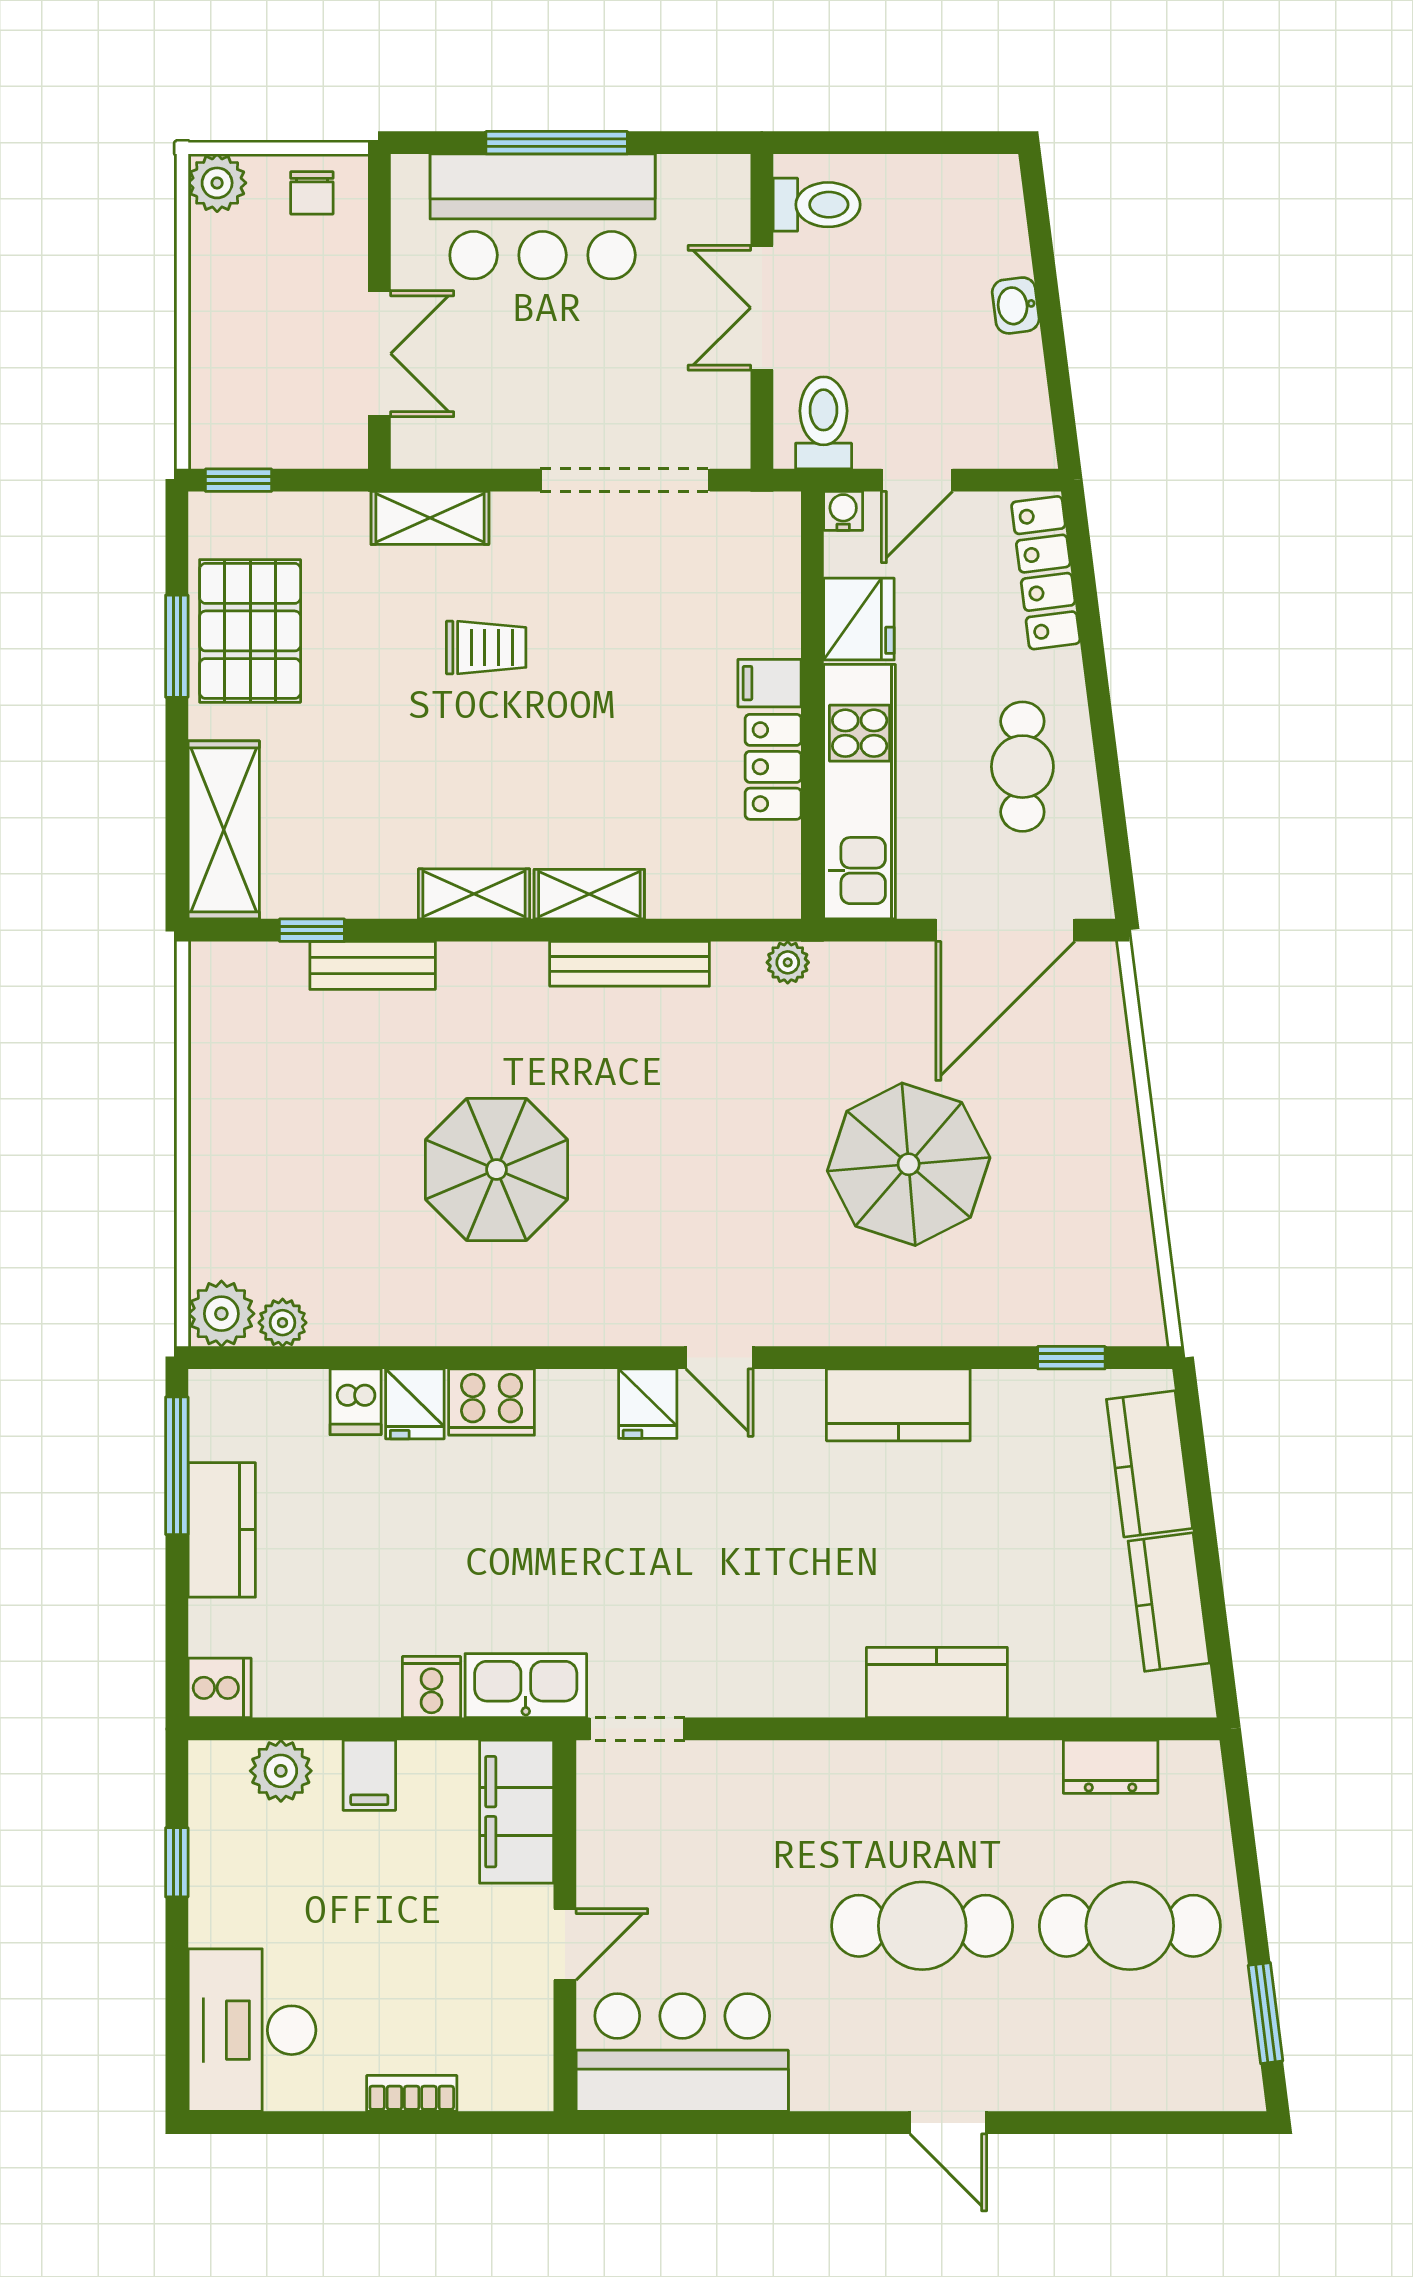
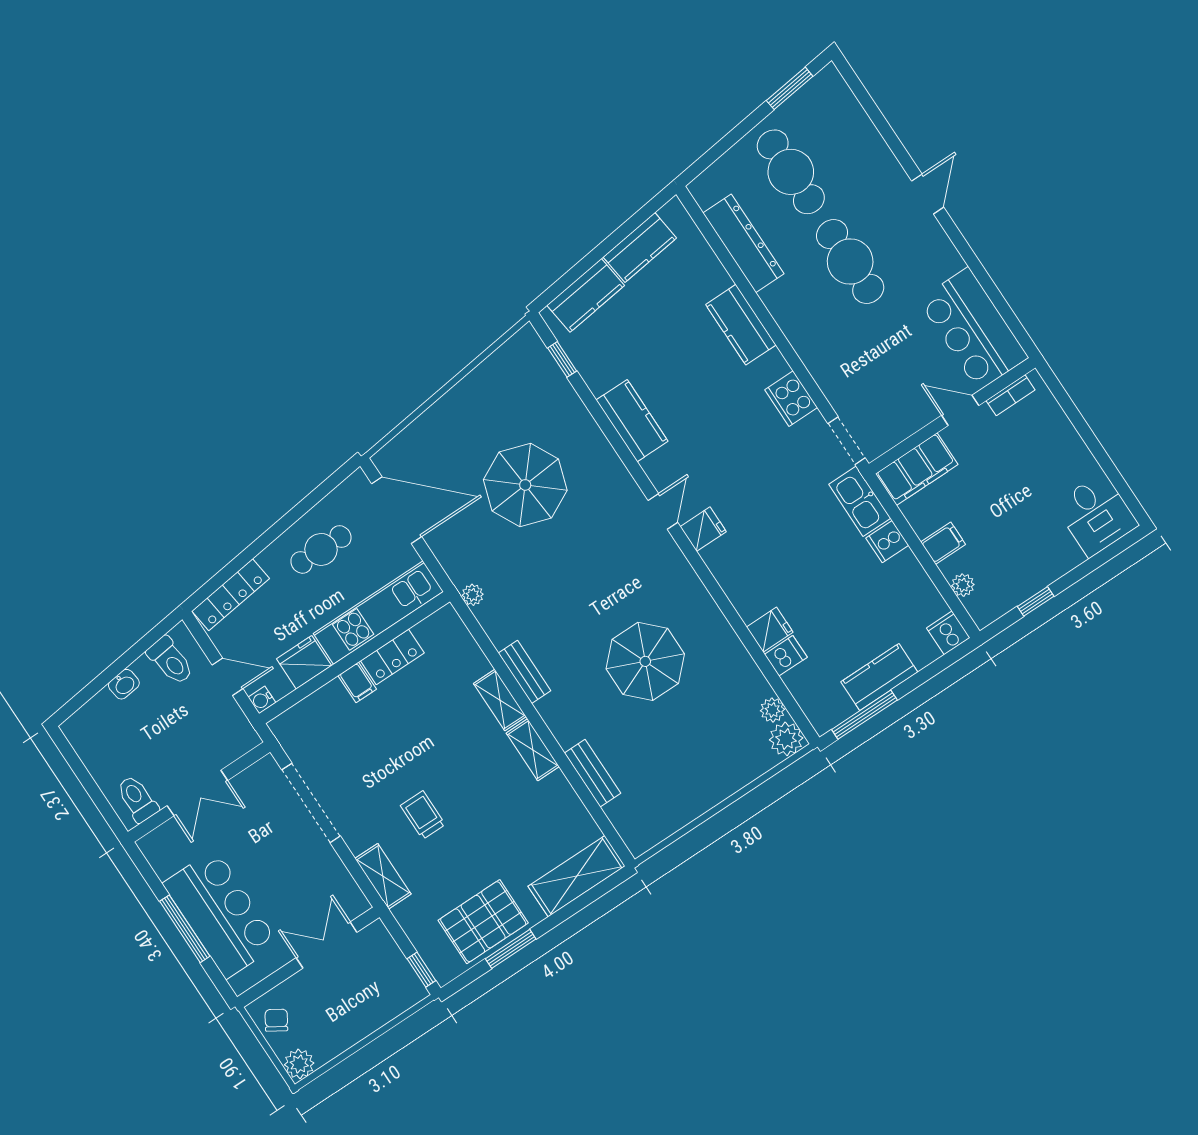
chair: (312, 193) -> (276, 1020), turned -58
toilet: (824, 423) -> (170, 661), moved, turned -97
window: (312, 930) -> (595, 809), removed
bench: (630, 964) -> (524, 672), width x0.73
cooker: (492, 1402) -> (791, 399), moved, turned 180
dresser: (1111, 1767) -> (743, 243), width x1.96, depth x1.24
plant: (281, 1771) -> (963, 585), width x0.73, depth x0.73
desk: (252, 2030) -> (1096, 515), width x0.73
bookcase: (412, 2093) -> (1011, 395), moved, turned -90

